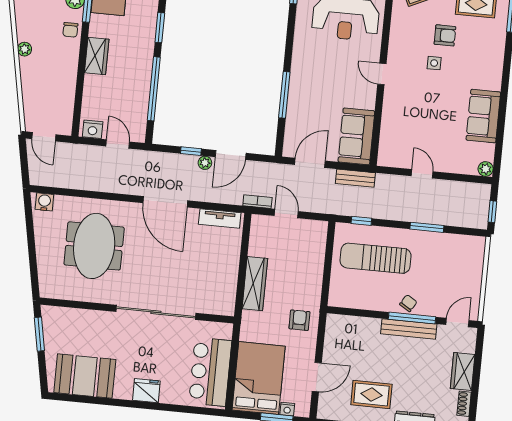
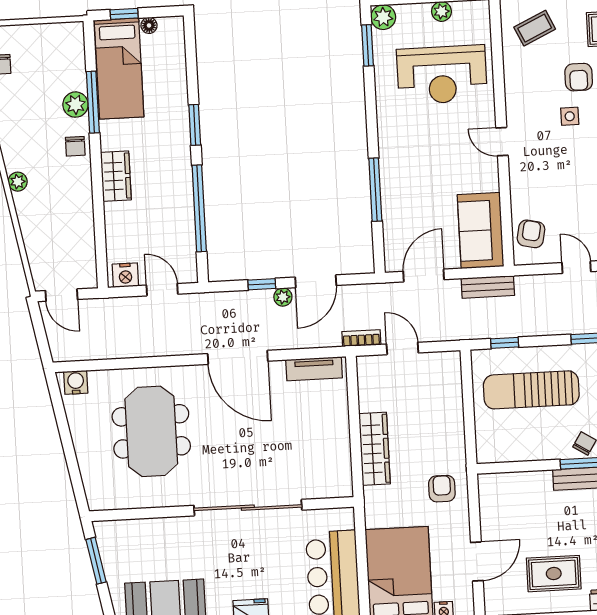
armchair: (445, 35) -> (579, 77), turned 90
armchair: (393, 144) -> (531, 234), added

